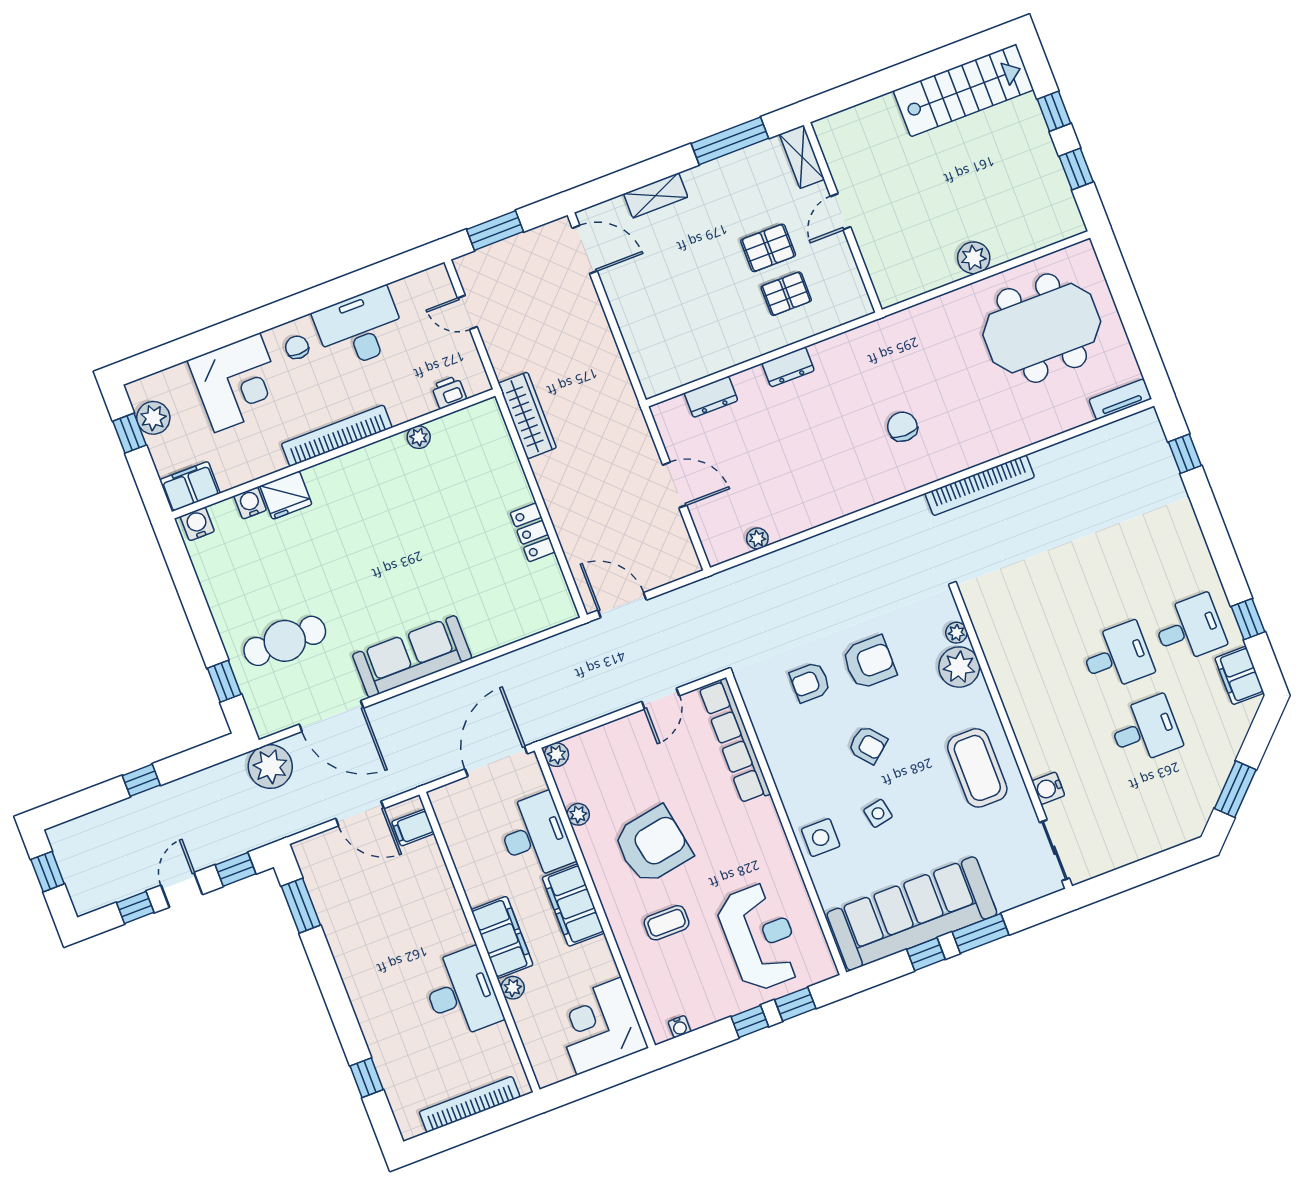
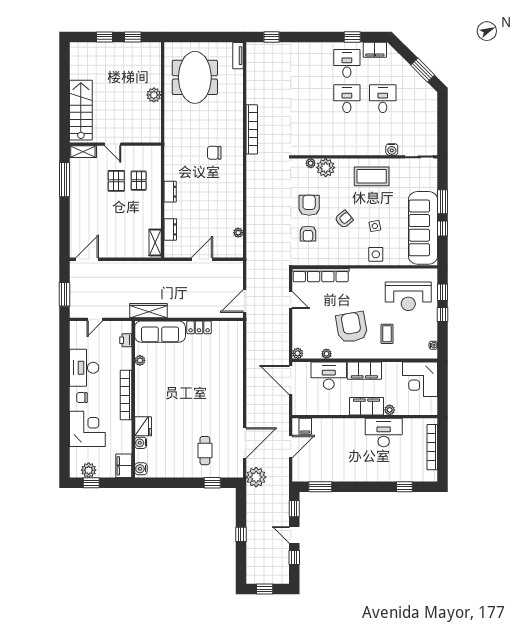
stairs: (963, 90) -> (81, 110), moved
shelving: (656, 195) -> (155, 242), moved
cafe table: (285, 641) -> (205, 451), width x0.73, depth x0.74
sofa: (412, 656) -> (160, 332), moved, turned -90
reception desk: (760, 937) -> (408, 296), turned 180

